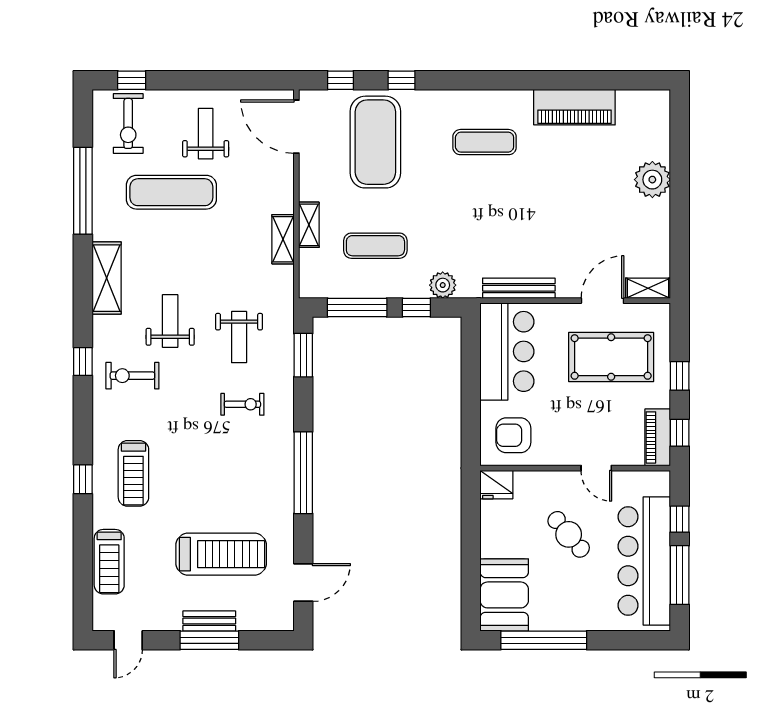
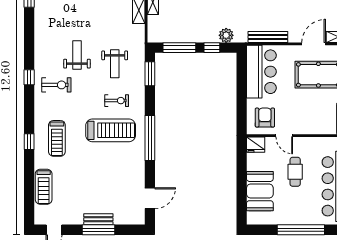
exercise mat: (375, 246) -> (189, 14), removed
shelving: (107, 278) -> (42, 31), removed
exercise bike: (132, 376) -> (56, 85), turned 180
armchair: (513, 435) -> (265, 118), turned 90
door: (596, 468) -> (284, 136), moved
cafe table: (569, 534) -> (295, 172), turned 40
treadmill: (221, 554) -> (111, 130), moved
booth: (504, 595) -> (260, 191), moved
window: (544, 640) -> (301, 230), moved

